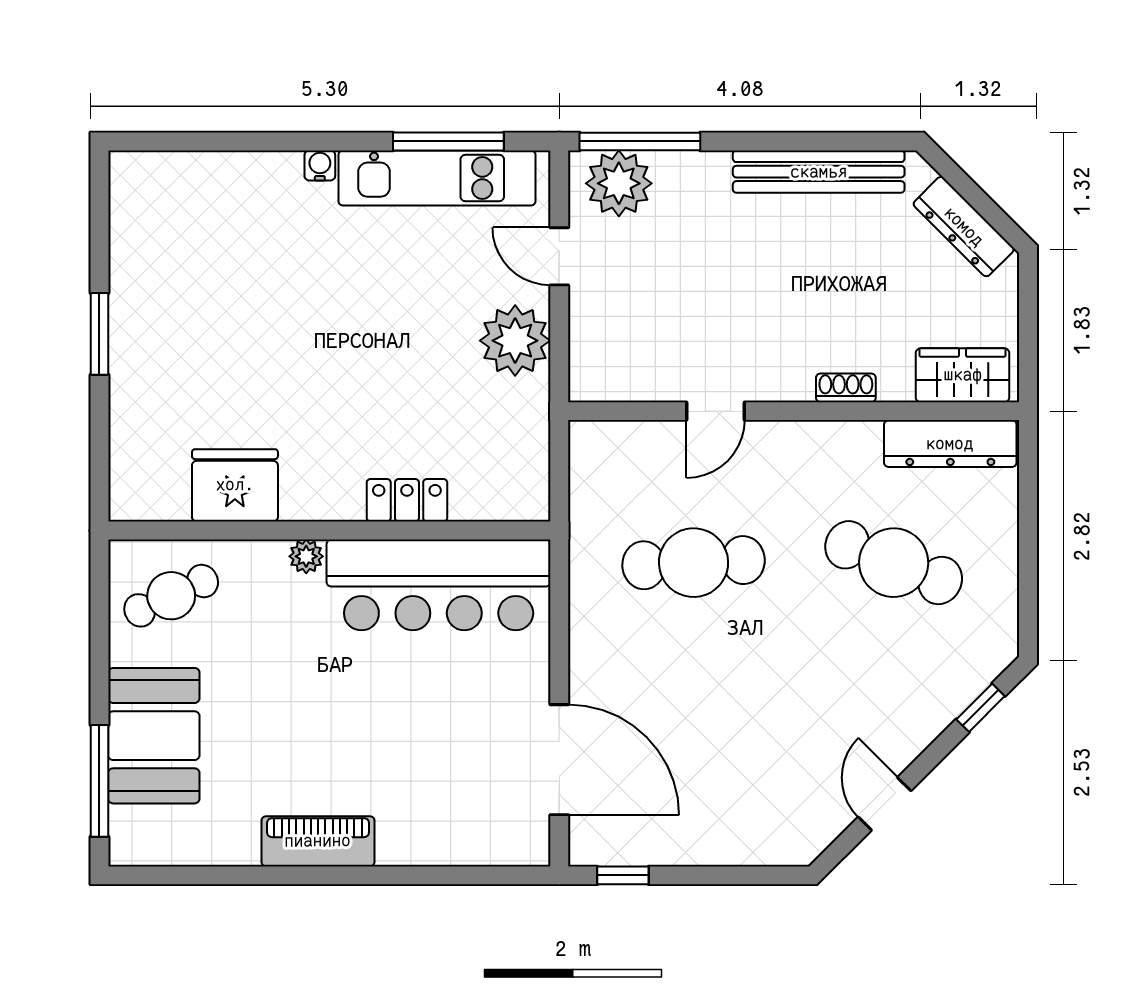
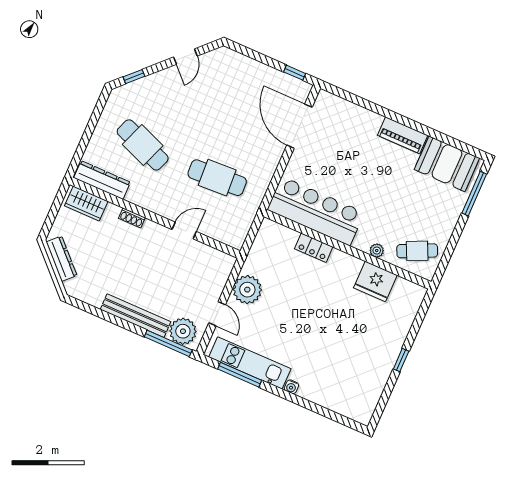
bench: (819, 172) -> (135, 316), moved
window: (99, 334) -> (401, 360), width x0.67
plant: (306, 556) -> (377, 251), moved
booth: (154, 736) -> (447, 164), moved, turned 90

